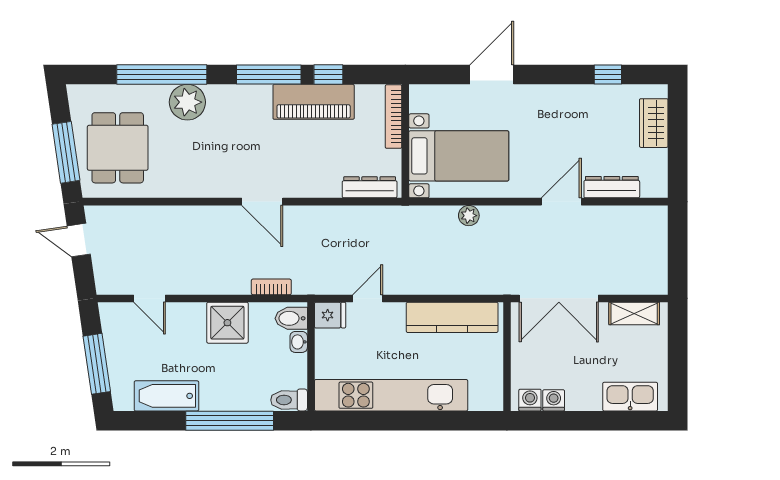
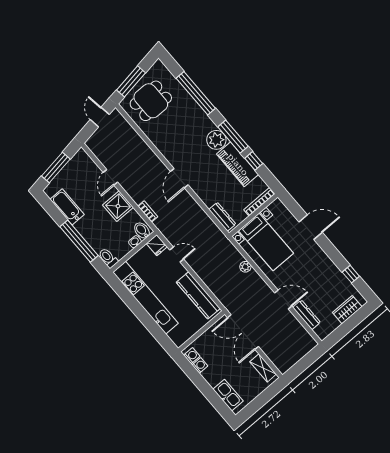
plant: (187, 102) -> (216, 140), moved
door: (150, 298) -> (110, 177), moved

